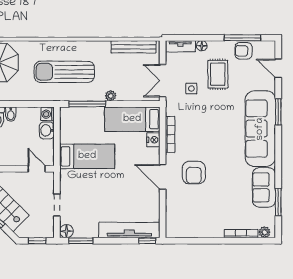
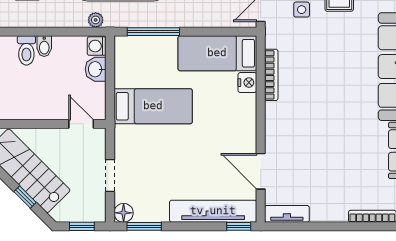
plant: (111, 96) -> (96, 20), moved
armchair: (194, 173) -> (305, 129), removed
door: (163, 177) -> (261, 171), moved
tv unit: (181, 232) -> (287, 214), added

